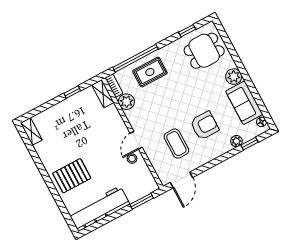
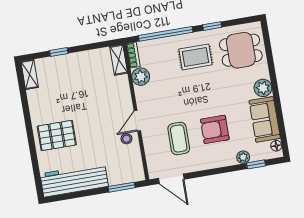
window: (187, 31) -> (212, 26), moved
rug: (150, 72) -> (196, 57), moved
window: (72, 92) -> (59, 52), moved
armchair: (204, 126) -> (215, 129), turned 180
door: (181, 180) -> (171, 179), hinge flipped

